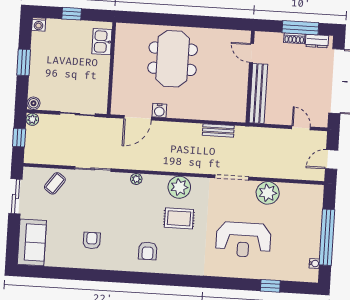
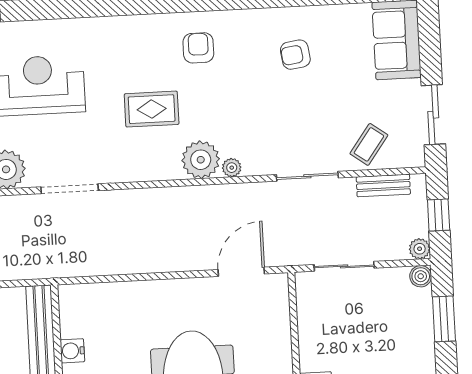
window: (24, 62) -> (444, 319), moved
water cooler: (159, 110) -> (72, 351), moved, turned -90
bench: (218, 130) -> (383, 185), moved
plant: (179, 187) -> (201, 160), moved
armchair: (92, 241) -> (295, 55), turned 82

